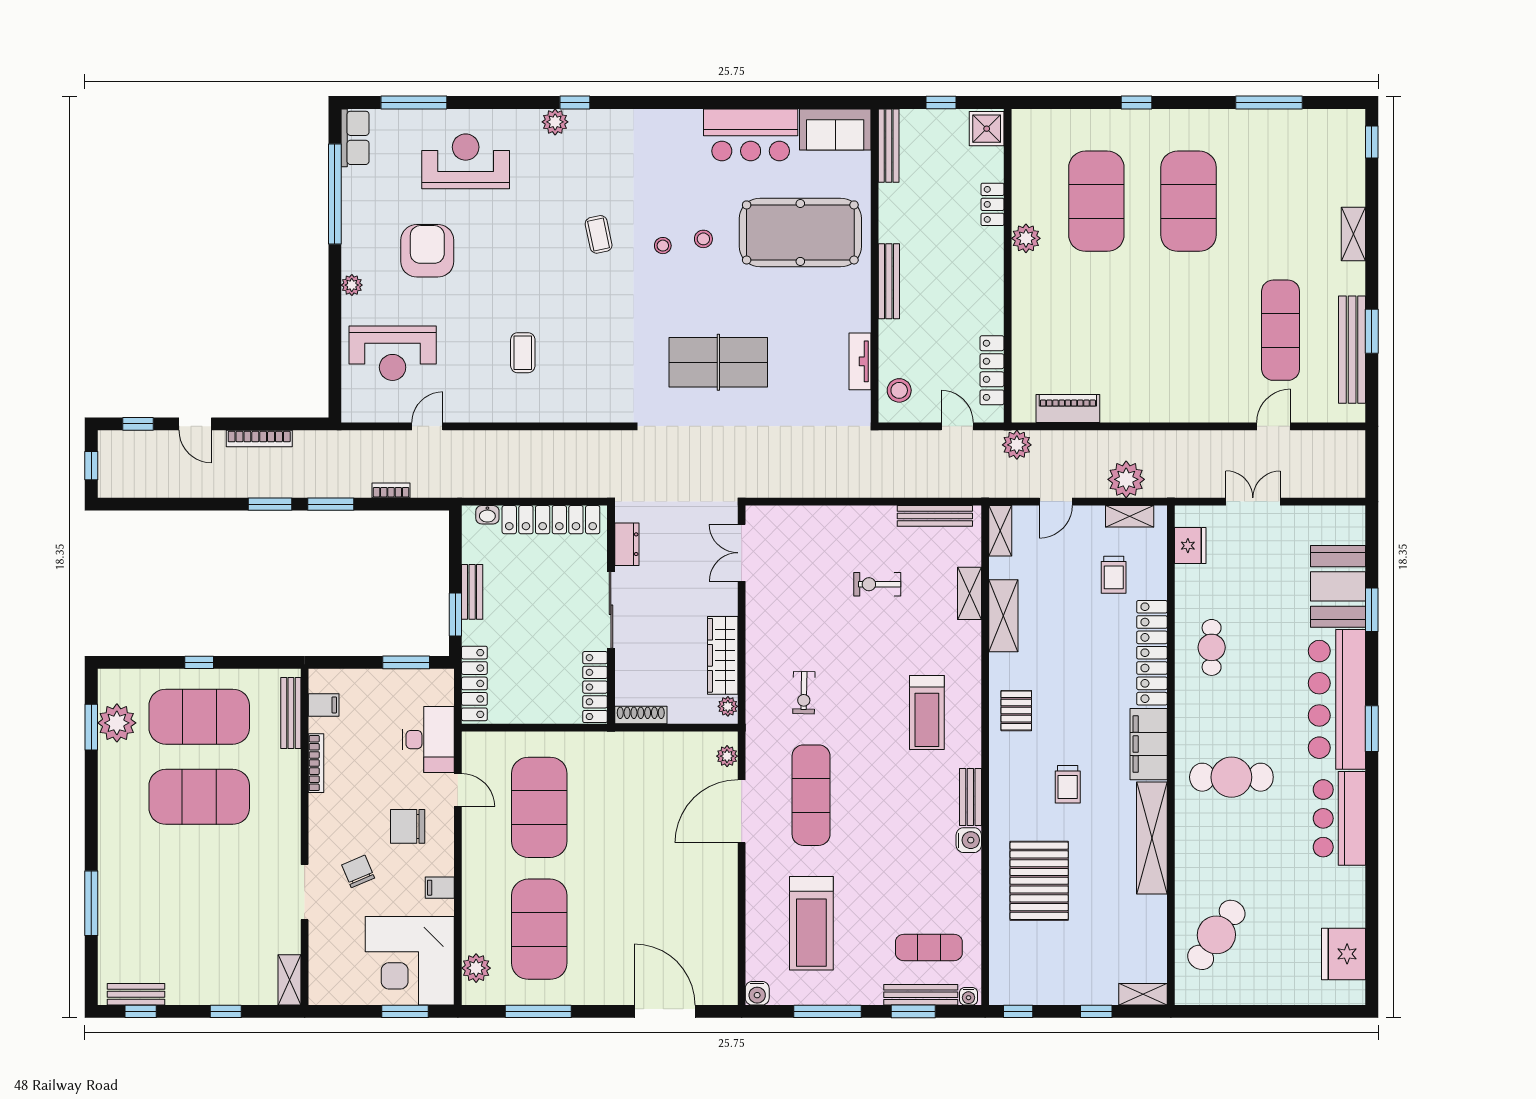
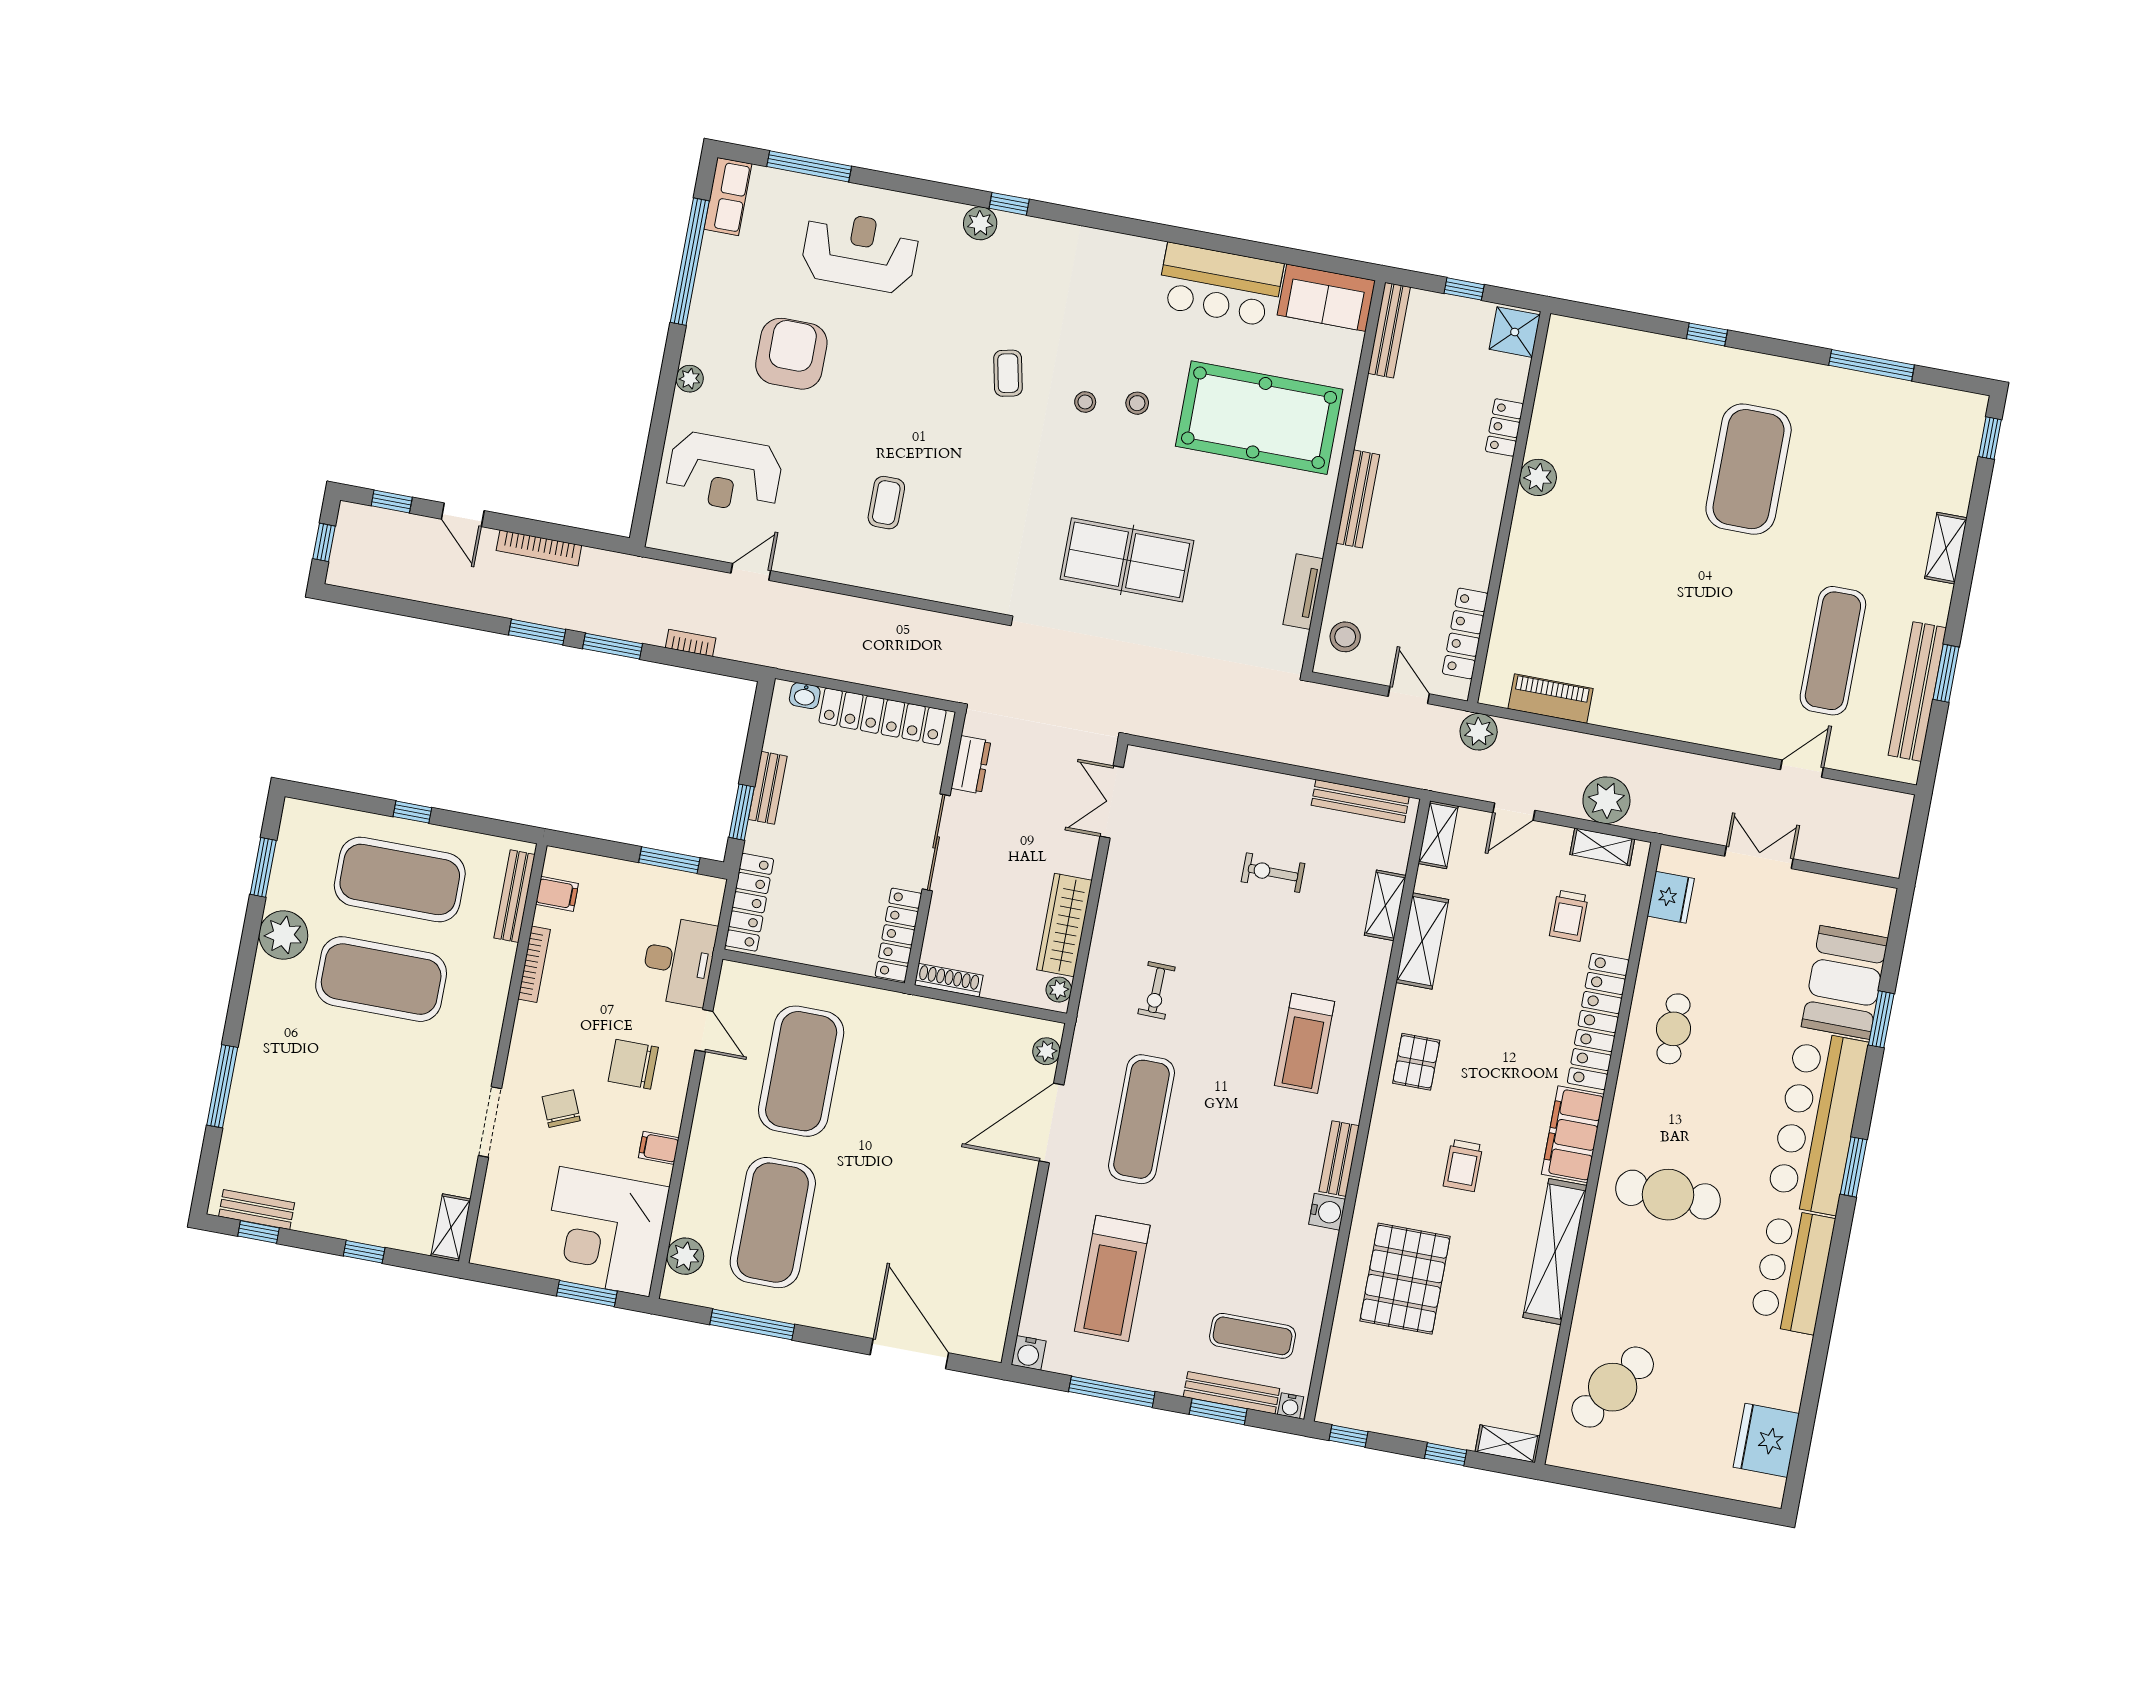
exercise mat: (1096, 201) -> (1634, 448), removed
plant: (117, 723) -> (283, 935), moved

